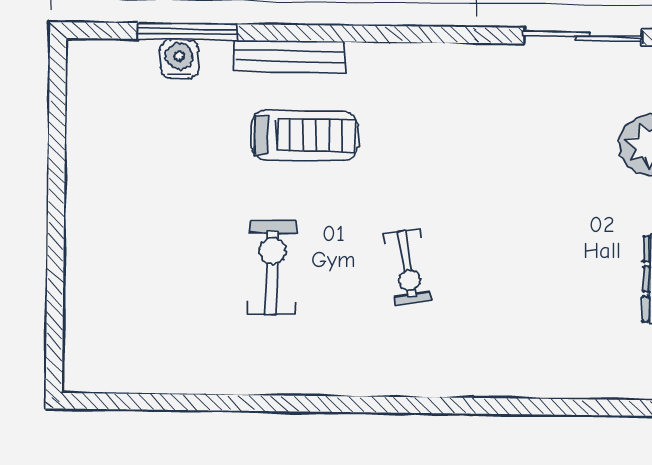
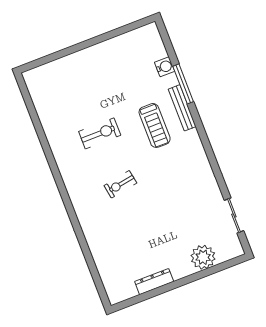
window: (187, 32) -> (183, 84), moved
sliding door: (583, 36) -> (234, 216), width x0.73

